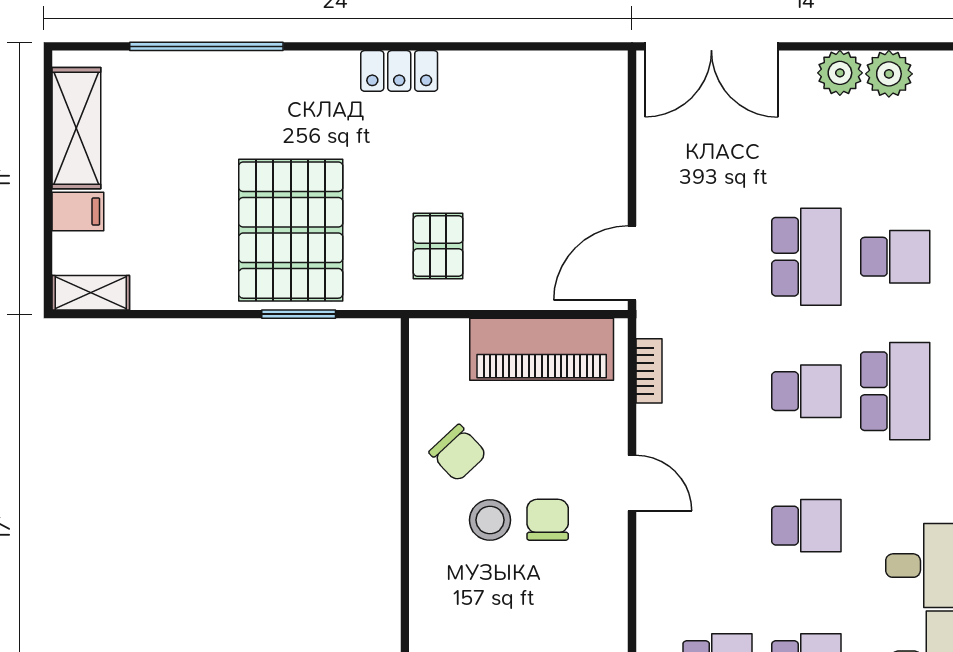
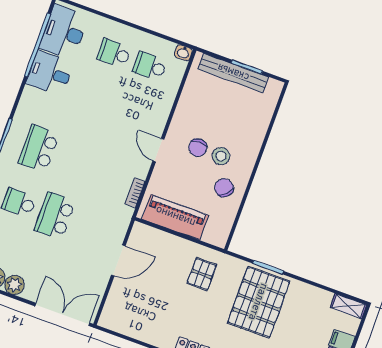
door: (632, 263) -> (118, 260), moved
school desk: (806, 391) -> (75, 162), removed
school desk: (806, 526) -> (94, 107), removed

